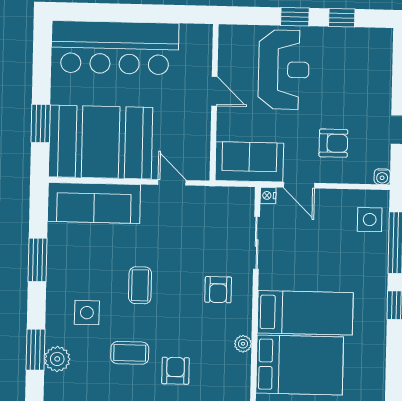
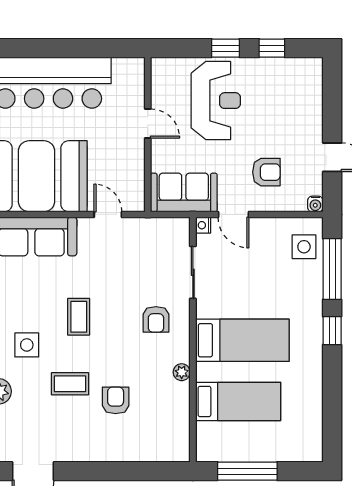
bed: (300, 365) -> (238, 401), width x0.67

